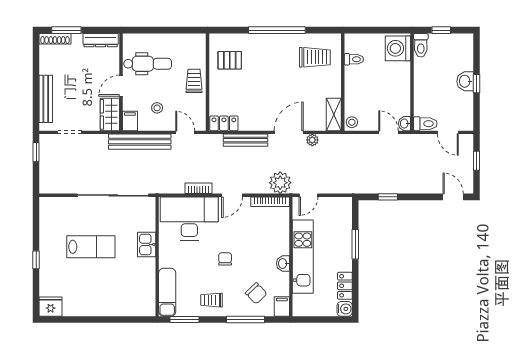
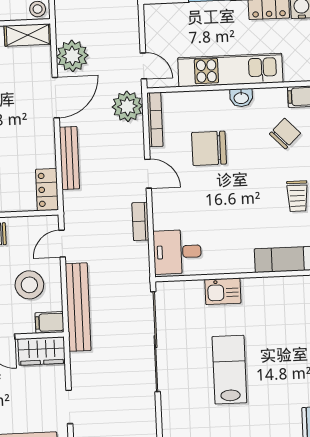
stool: (157, 108) -> (29, 285), width x1.89, depth x1.89
door: (289, 132) -> (56, 98), swing flipped
plant: (312, 140) -> (72, 56), width x1.88, depth x1.88
desk: (189, 218) -> (177, 252), width x0.53, depth x0.77
chair: (225, 259) -> (209, 148), moved, width x1.87, depth x1.87

